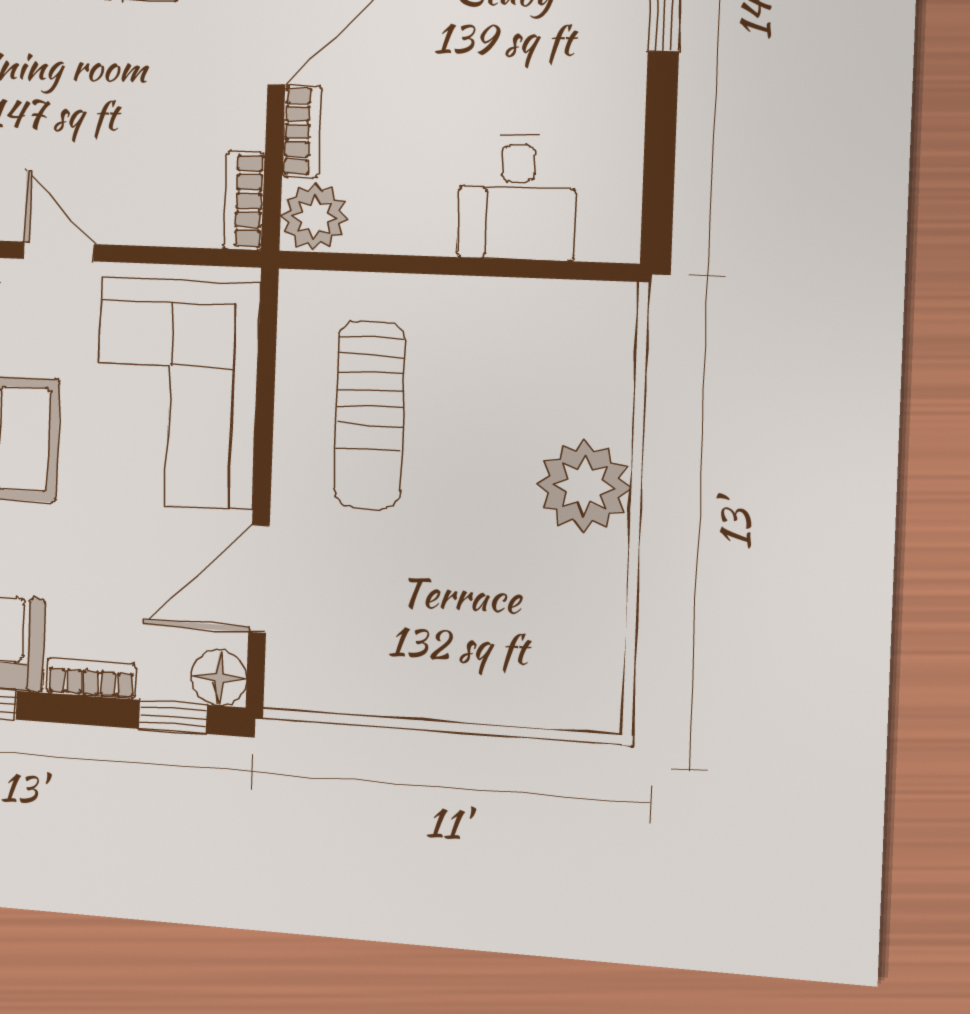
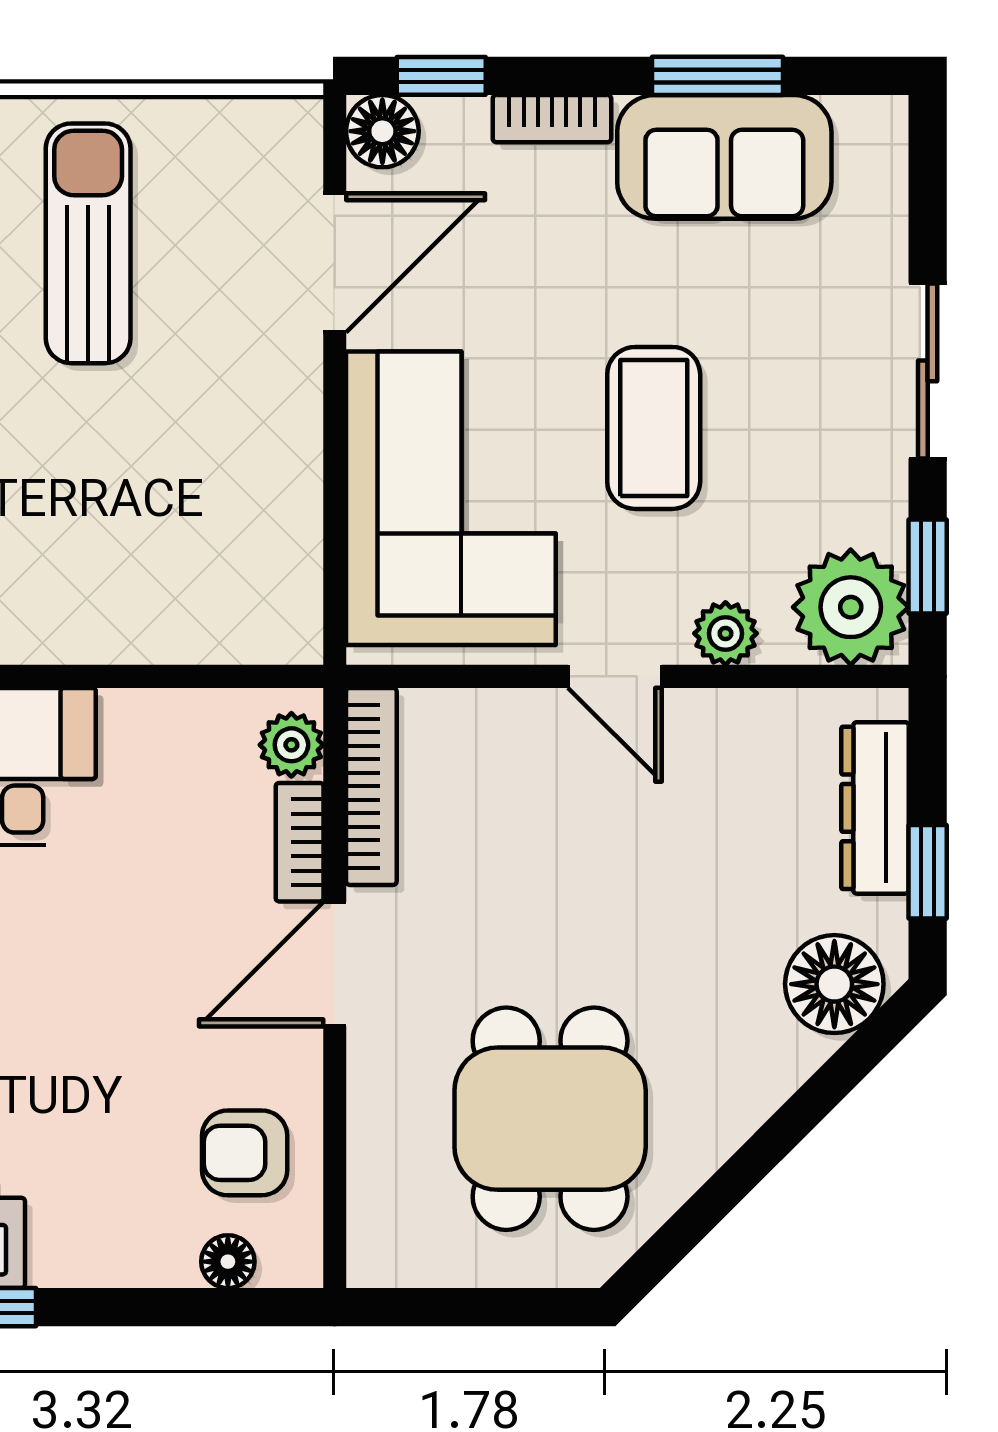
bookcase: (244, 201) -> (371, 786), width x1.56
plant: (314, 217) -> (291, 745), width x0.73, depth x0.73
sun lounger: (370, 415) -> (88, 243), moved

